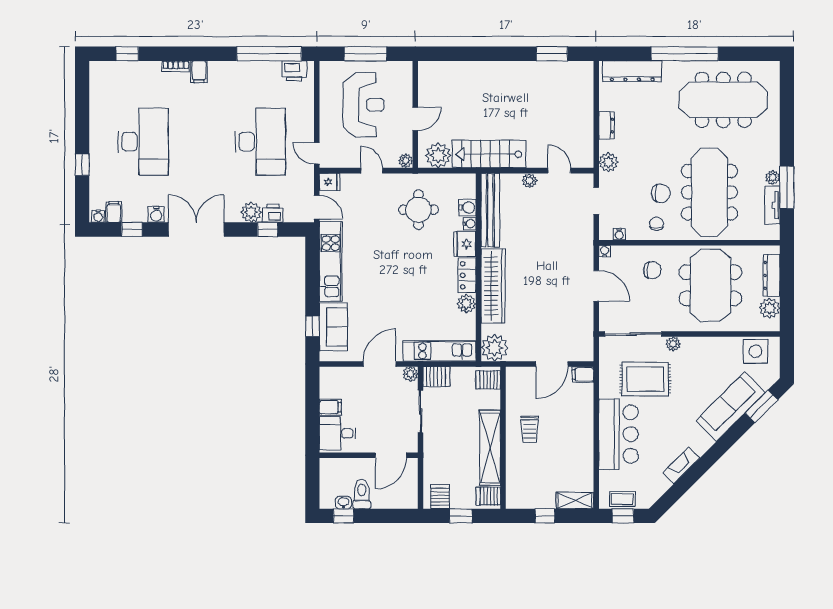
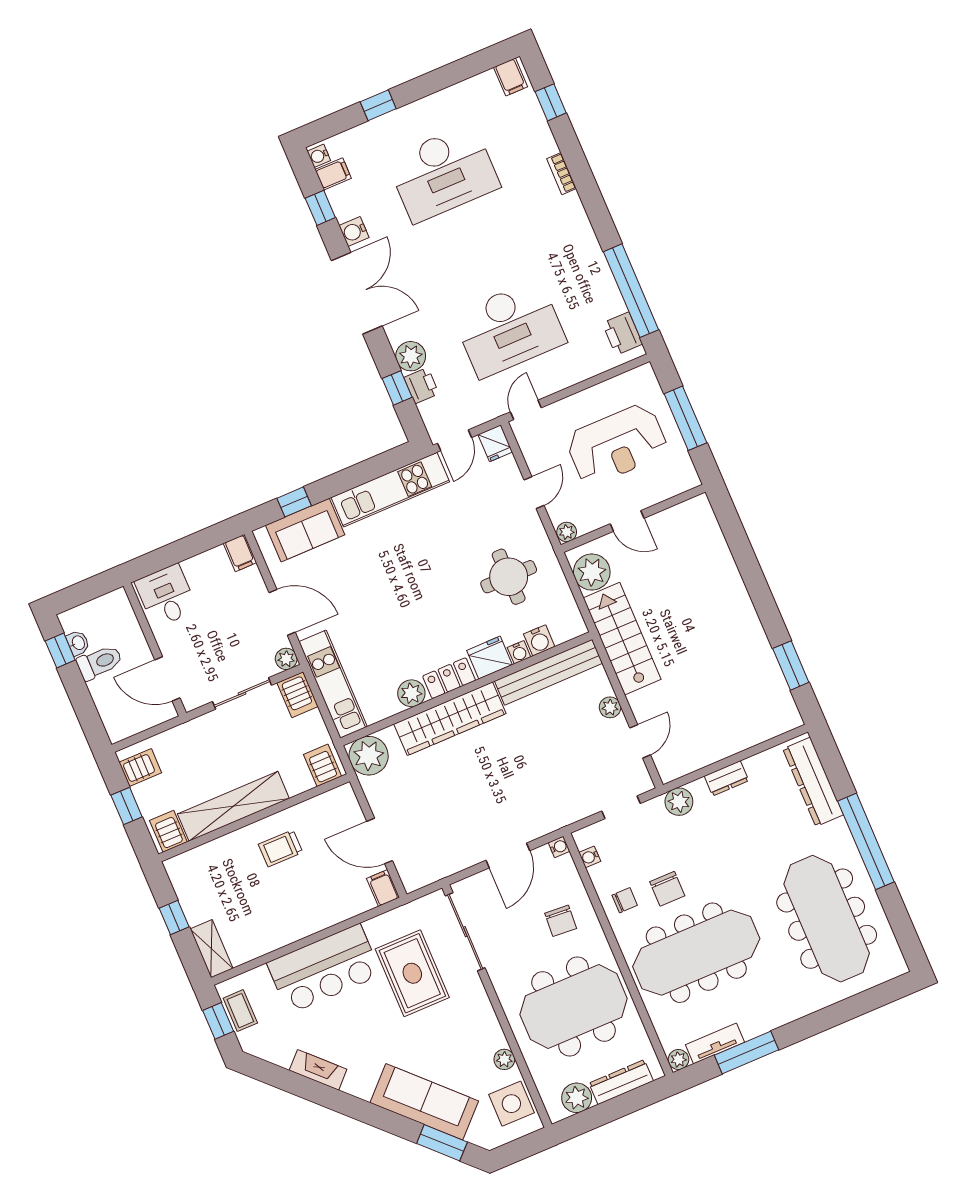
filing cabinet: (199, 72) -> (511, 77), moved, turned -90
plant: (773, 177) -> (678, 1060), moved
plant: (673, 344) -> (504, 1059), moved
filing cabinet: (330, 407) -> (240, 553), moved

